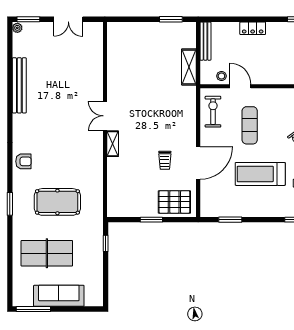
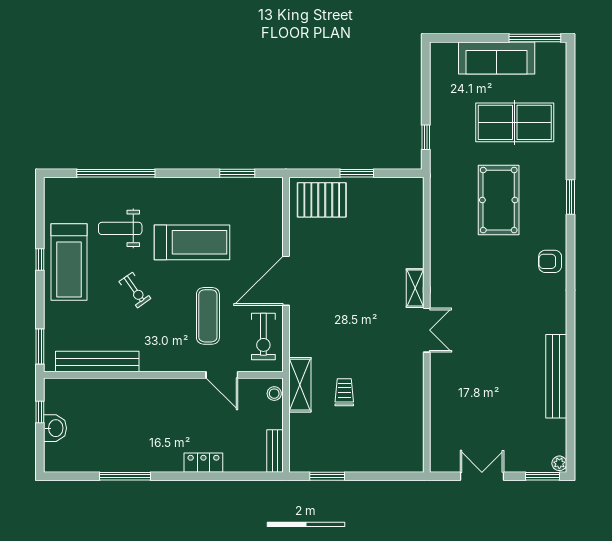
bench: (205, 41) -> (275, 451), width x0.73
shelving: (189, 67) -> (300, 385), moved
stool: (221, 76) -> (274, 394), moved
trolley: (165, 160) -> (344, 392), moved
door: (198, 163) -> (286, 281), moved
pool table: (57, 202) -> (499, 200), turned 90

